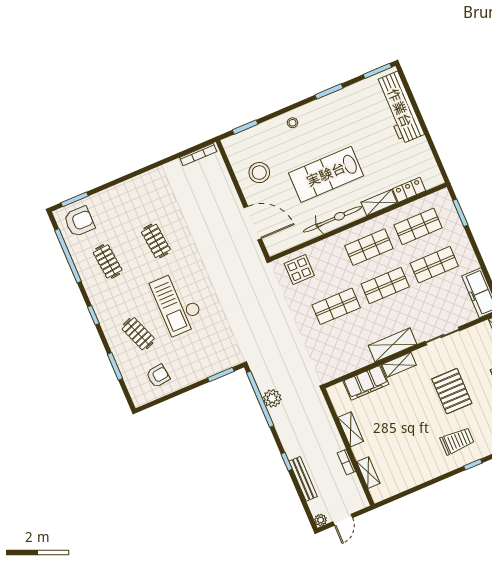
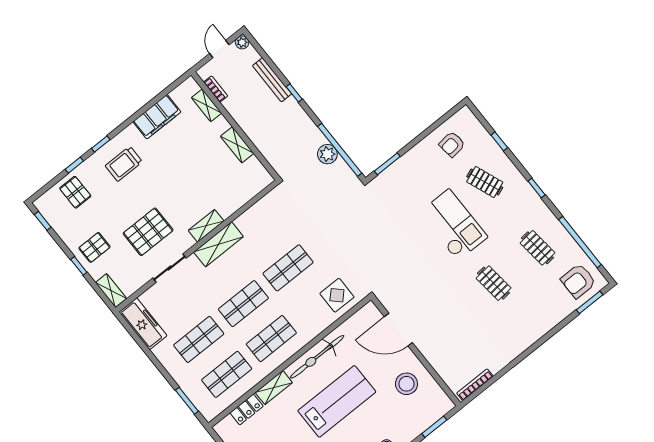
window: (115, 366) -> (499, 141), width x0.67
filing cabinet: (366, 383) -> (157, 117), moved, turned 180
pallet: (452, 391) -> (148, 232), moved, turned 90
bookcase: (346, 462) -> (216, 89), moved

